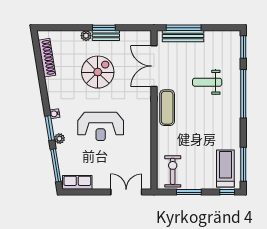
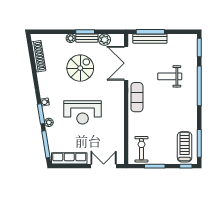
plant: (128, 37) -> (105, 40), added
row of seats: (77, 182) -> (69, 158), width x1.48

